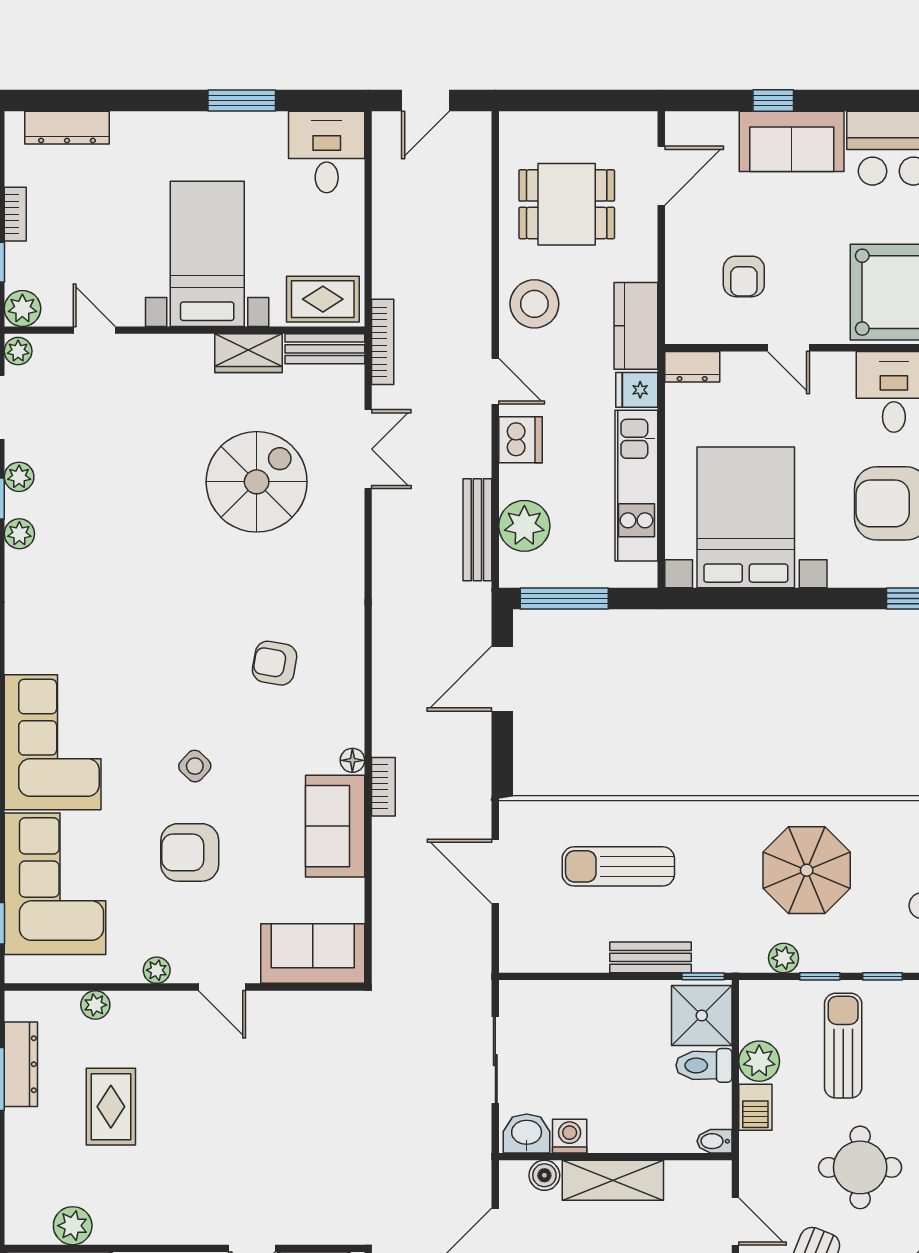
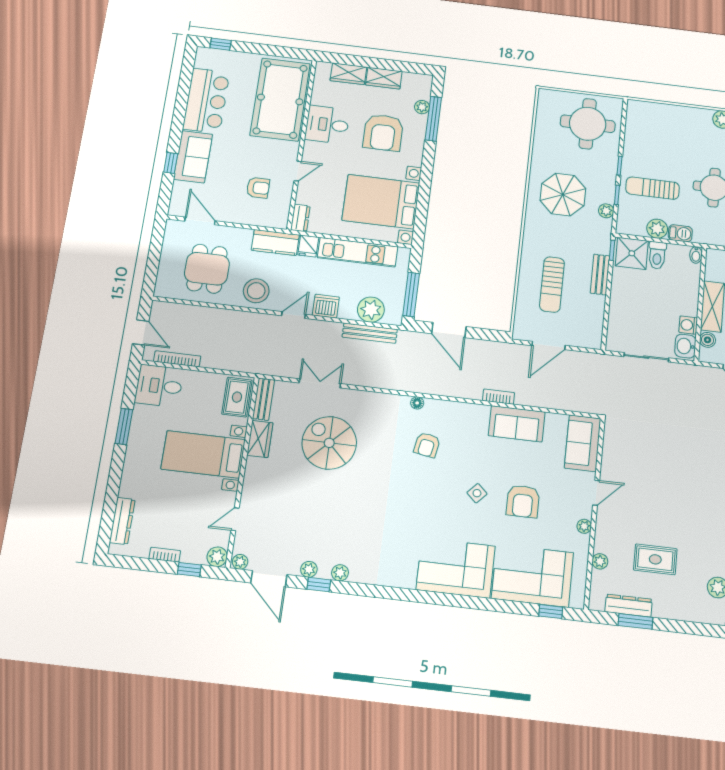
bookcase: (383, 342) -> (177, 359), moved
floor lamp: (352, 760) -> (417, 403), moved

